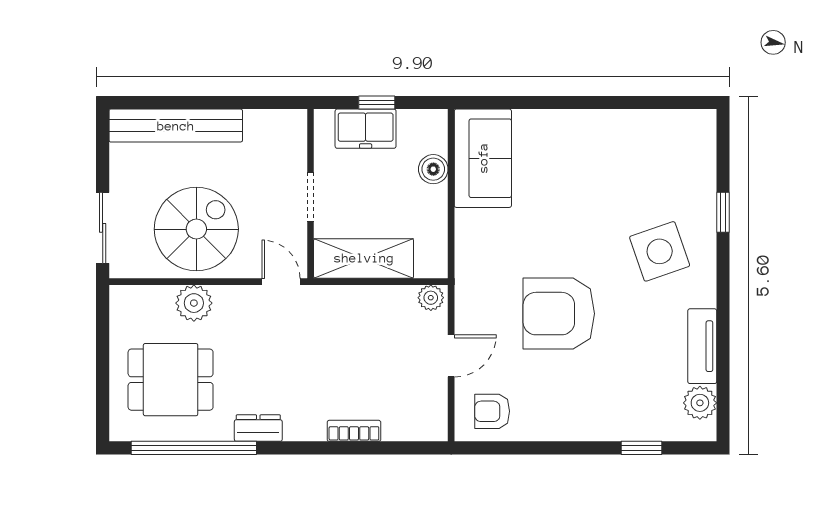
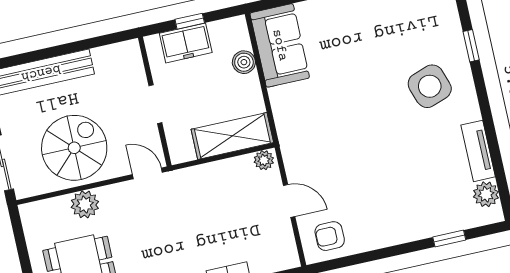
shelving: (364, 258) -> (232, 136), moved
armchair: (559, 314) -> (364, 150), removed
door: (451, 356) -> (289, 201), hinge flipped

